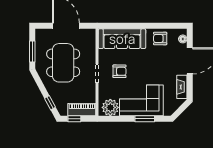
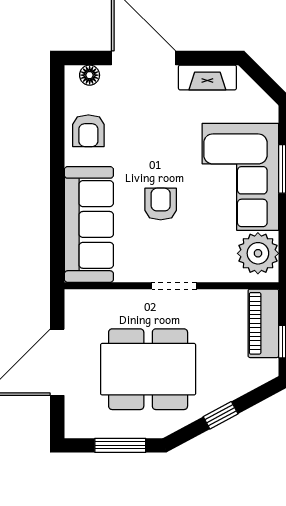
armchair: (119, 71) -> (161, 204), moved
window: (50, 103) -> (221, 415), moved

